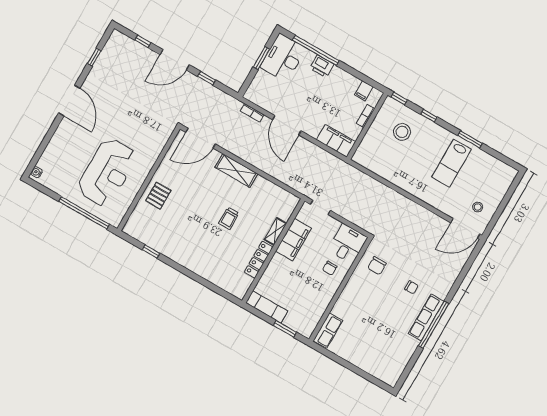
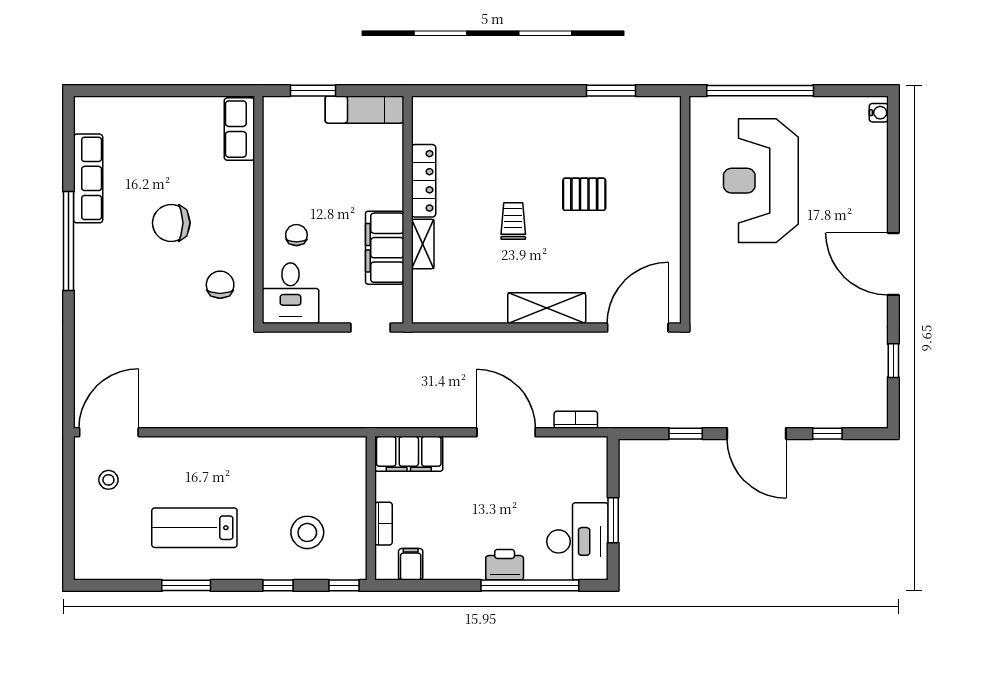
door: (175, 60) -> (756, 434), swing flipped
lab bench: (451, 163) -> (194, 528), turned -90
pallet: (158, 196) -> (584, 194), moved, turned 90
window: (151, 252) -> (611, 91), width x1.50
chair: (411, 287) -> (171, 223), moved, width x1.87, depth x1.87
row of seats: (426, 317) -> (88, 178), moved

